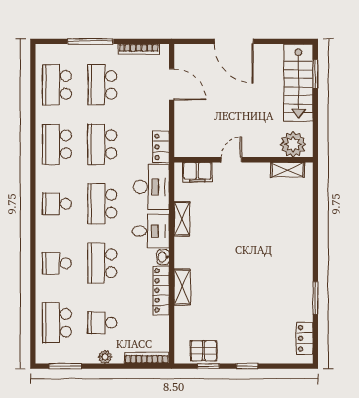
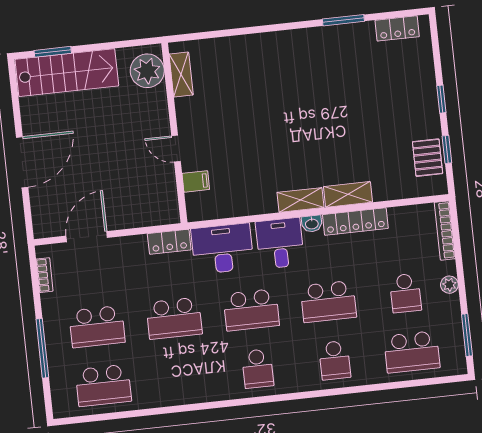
bookcase: (139, 49) -> (45, 275), width x0.64
school desk: (57, 144) -> (180, 377), removed
filing cabinet: (197, 172) -> (196, 181), width x0.50
shelving: (182, 219) -> (301, 200), moved

